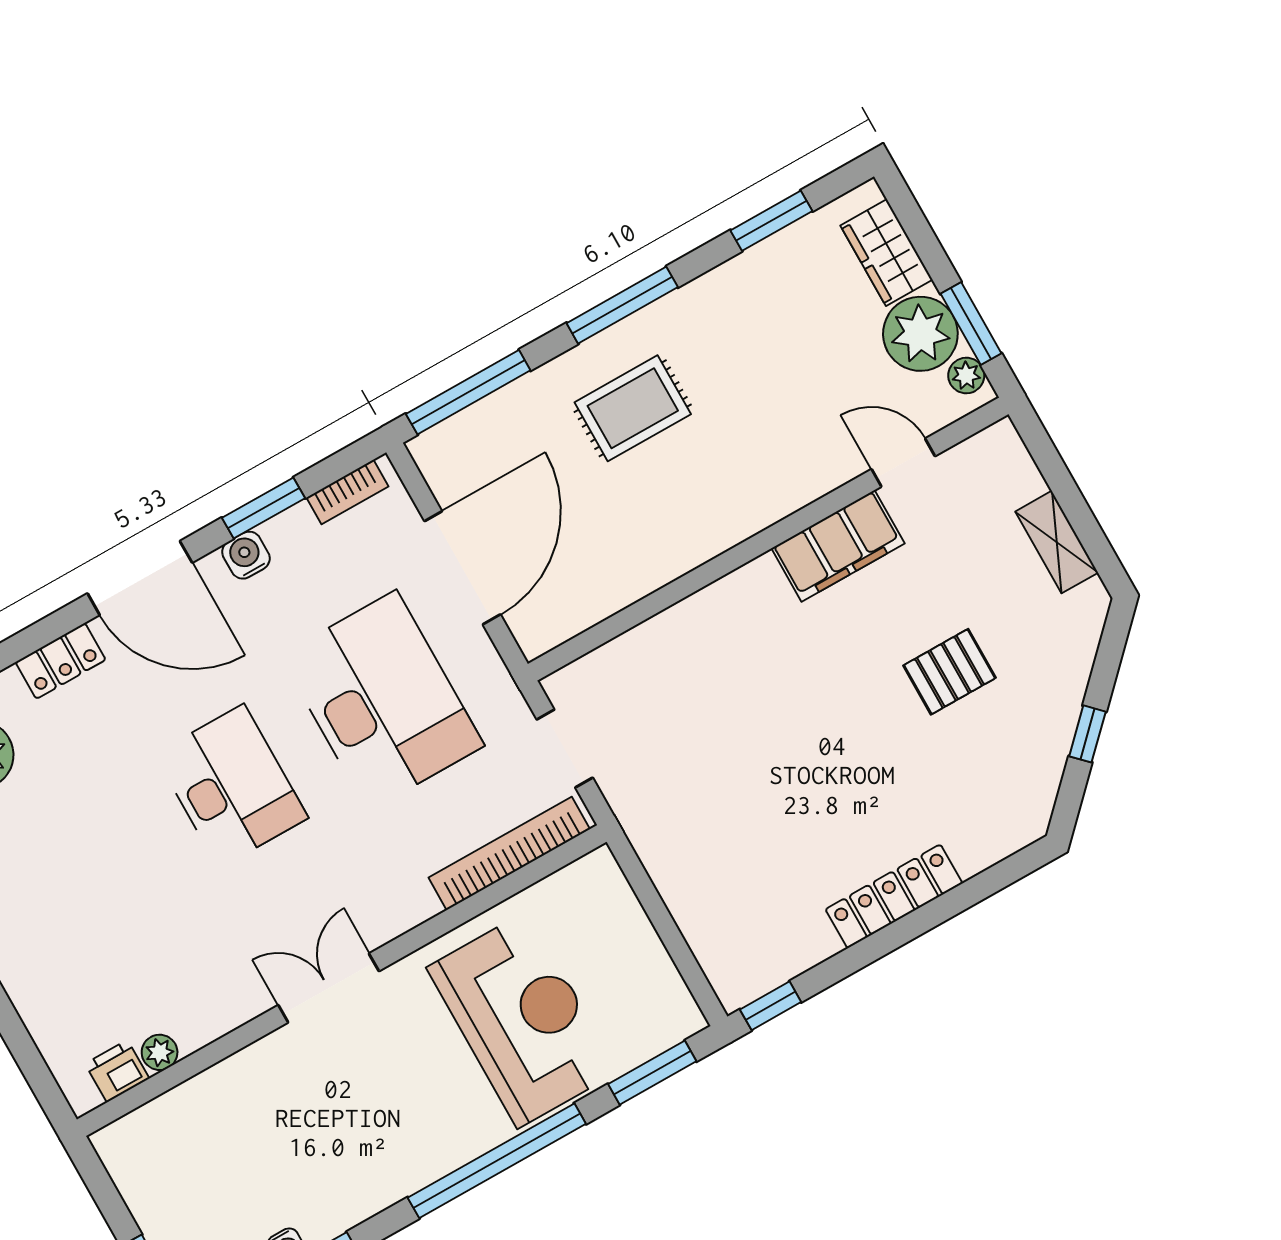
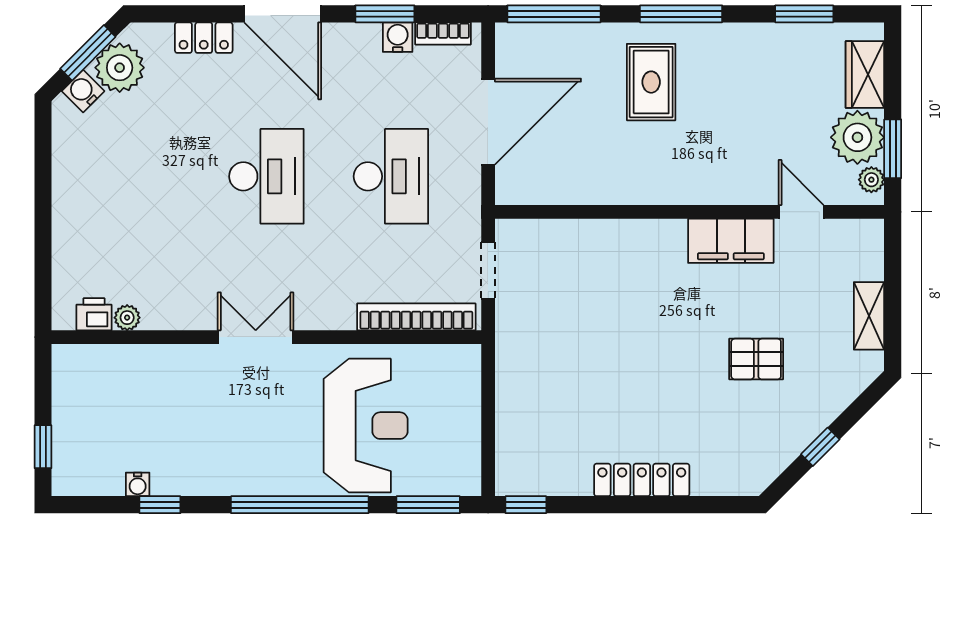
rug: (633, 408) -> (651, 82), turned 90
water cooler: (246, 555) -> (398, 37), moved
desk: (382, 701) -> (391, 176), width x0.73, depth x0.77

